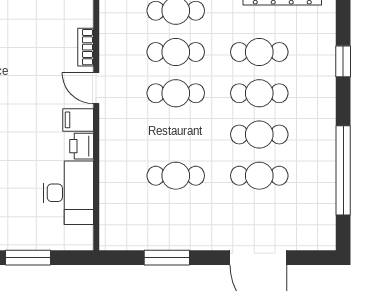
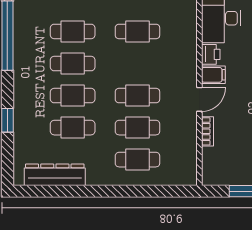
door: (96, 88) -> (199, 99), hinge flipped

